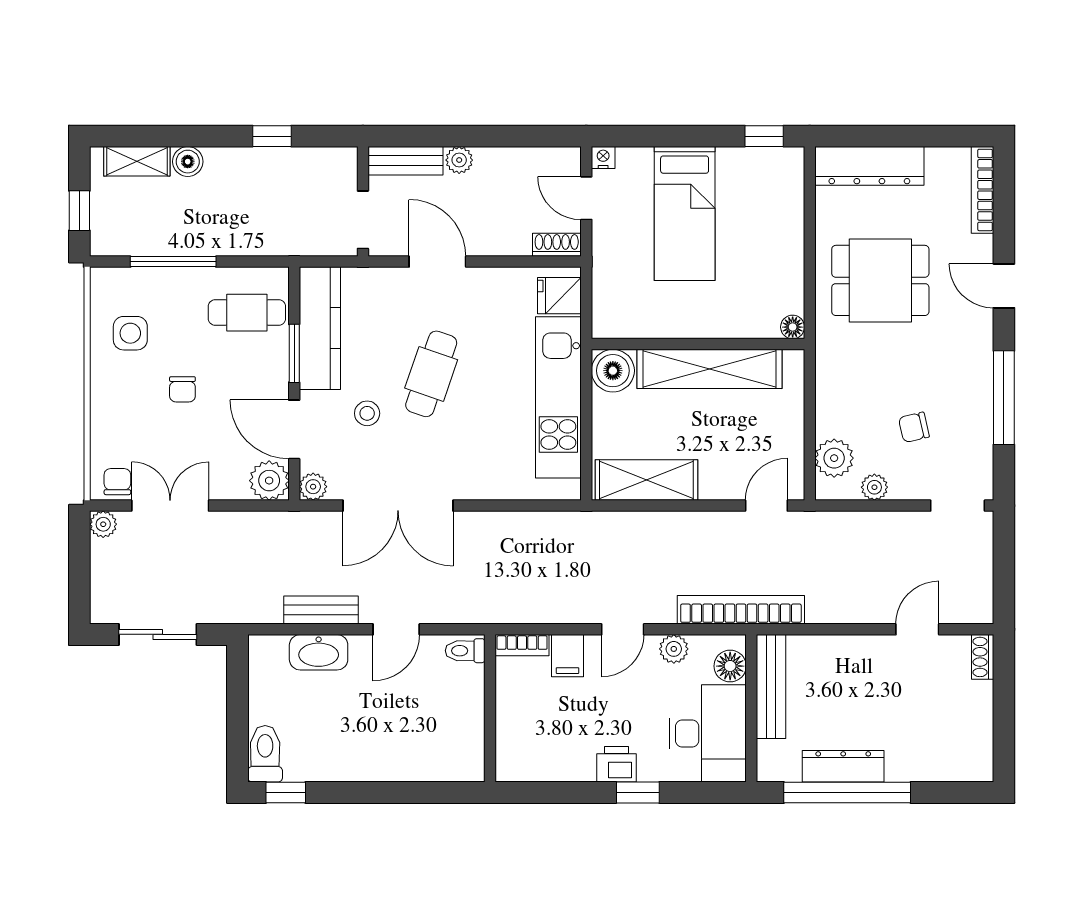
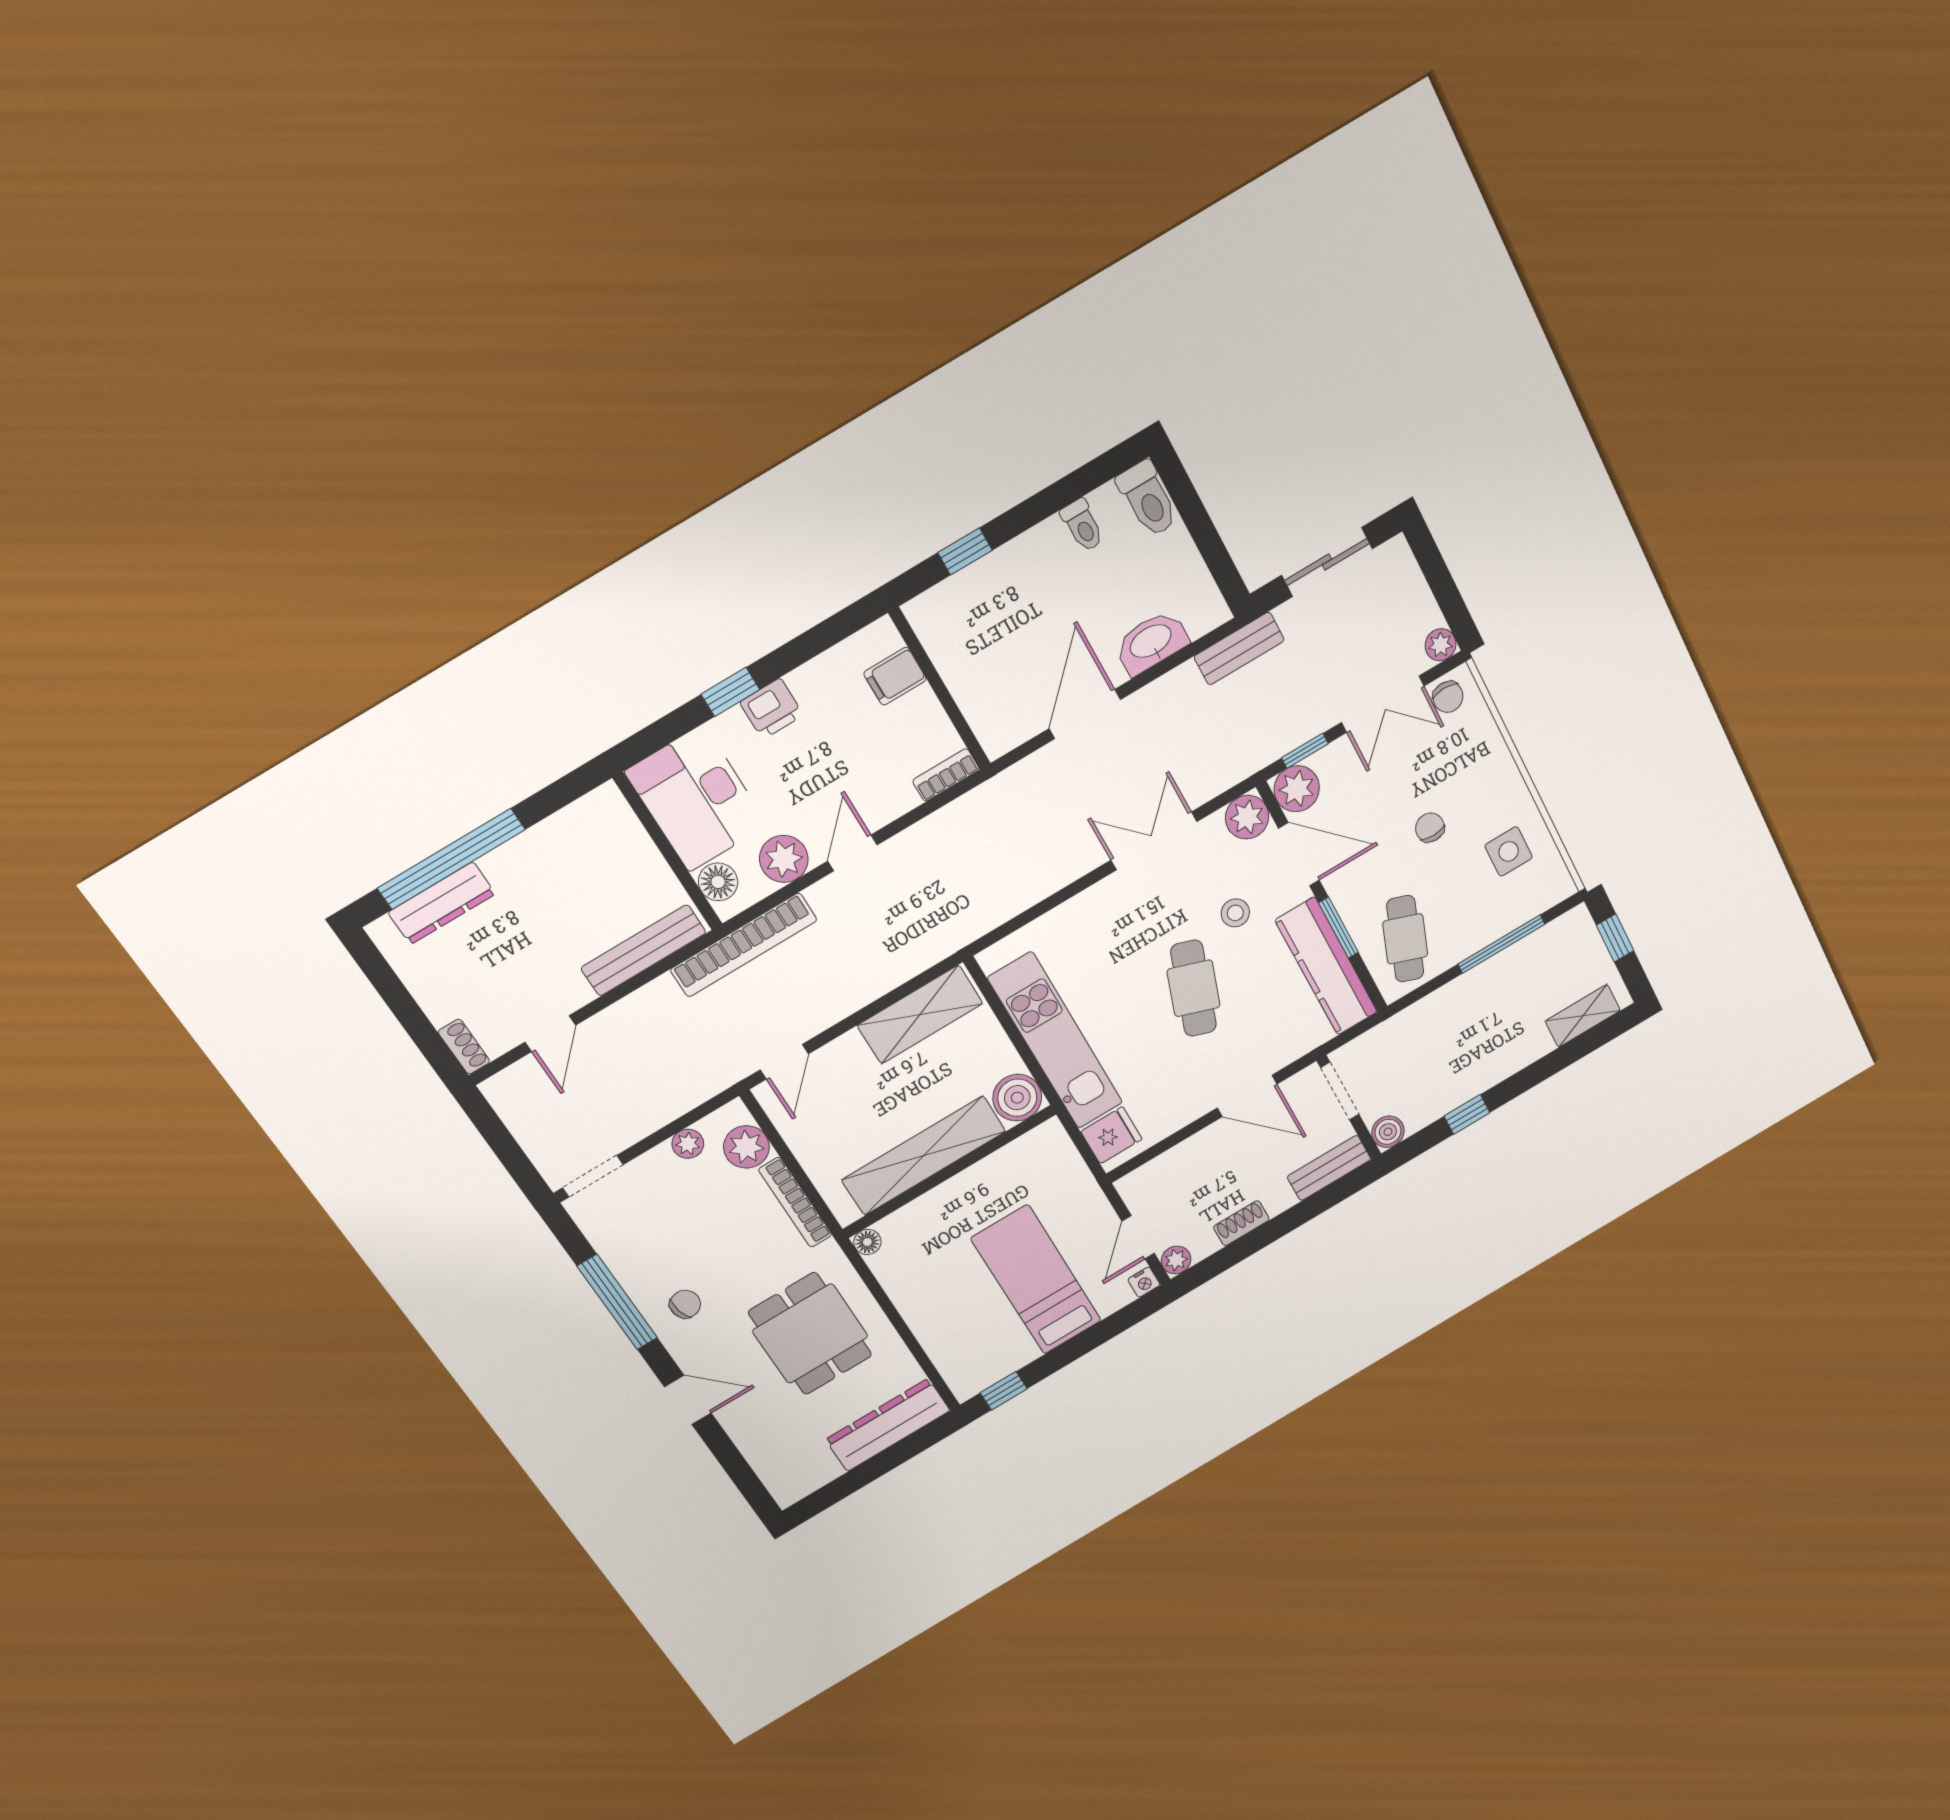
plant: (459, 160) -> (1176, 1260), moved
boiler: (188, 162) -> (1388, 1132), moved
bookcase: (982, 190) -> (795, 1202), moved, turned 180
door: (586, 198) -> (1138, 1237), swing flipped
shoe rack: (557, 245) -> (1241, 1223), moved, turned 180
dining table: (880, 280) -> (810, 1334), turned 90
cafe table: (247, 313) -> (1405, 939), turned -70
chair: (914, 427) -> (685, 1304), moved
plant: (313, 487) -> (1247, 817), width x1.38, depth x1.38
window: (248, 506) -> (1305, 751), added
double door: (398, 506) -> (1154, 841), width x0.73
bench: (321, 610) -> (1239, 649), moved
door: (396, 629) -> (1085, 714), width x1.38
plant: (674, 649) -> (784, 859), width x1.38, depth x1.38
toilet: (465, 651) -> (1082, 525), moved, turned 90
filing cabinet: (567, 656) -> (895, 676), moved, turned -90
bench: (771, 687) -> (643, 950), moved, turned 90
dresser: (843, 766) -> (442, 903), moved
window: (286, 793) -> (965, 551), moved
window: (847, 793) -> (451, 859), moved

